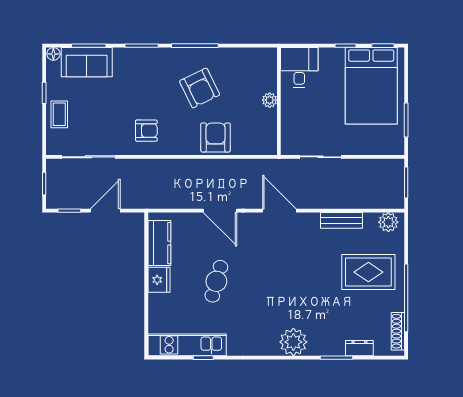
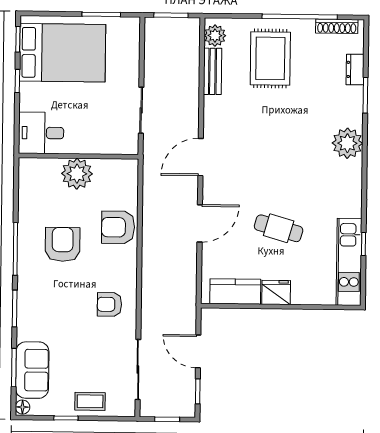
armchair: (200, 88) -> (63, 244), turned -64
plant: (270, 100) -> (77, 174), width x1.88, depth x1.88
armchair: (146, 131) -> (109, 304), turned -90
bench: (341, 220) -> (212, 71), moved

